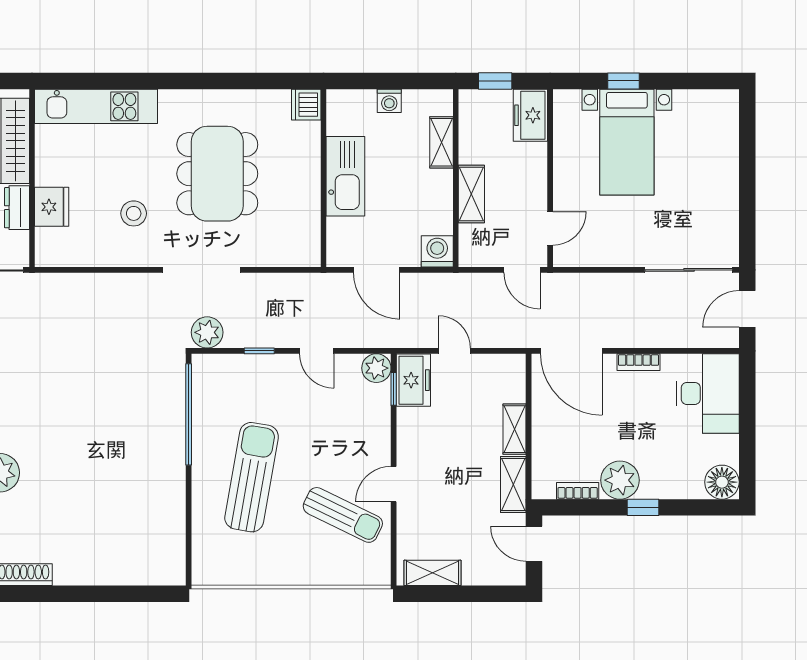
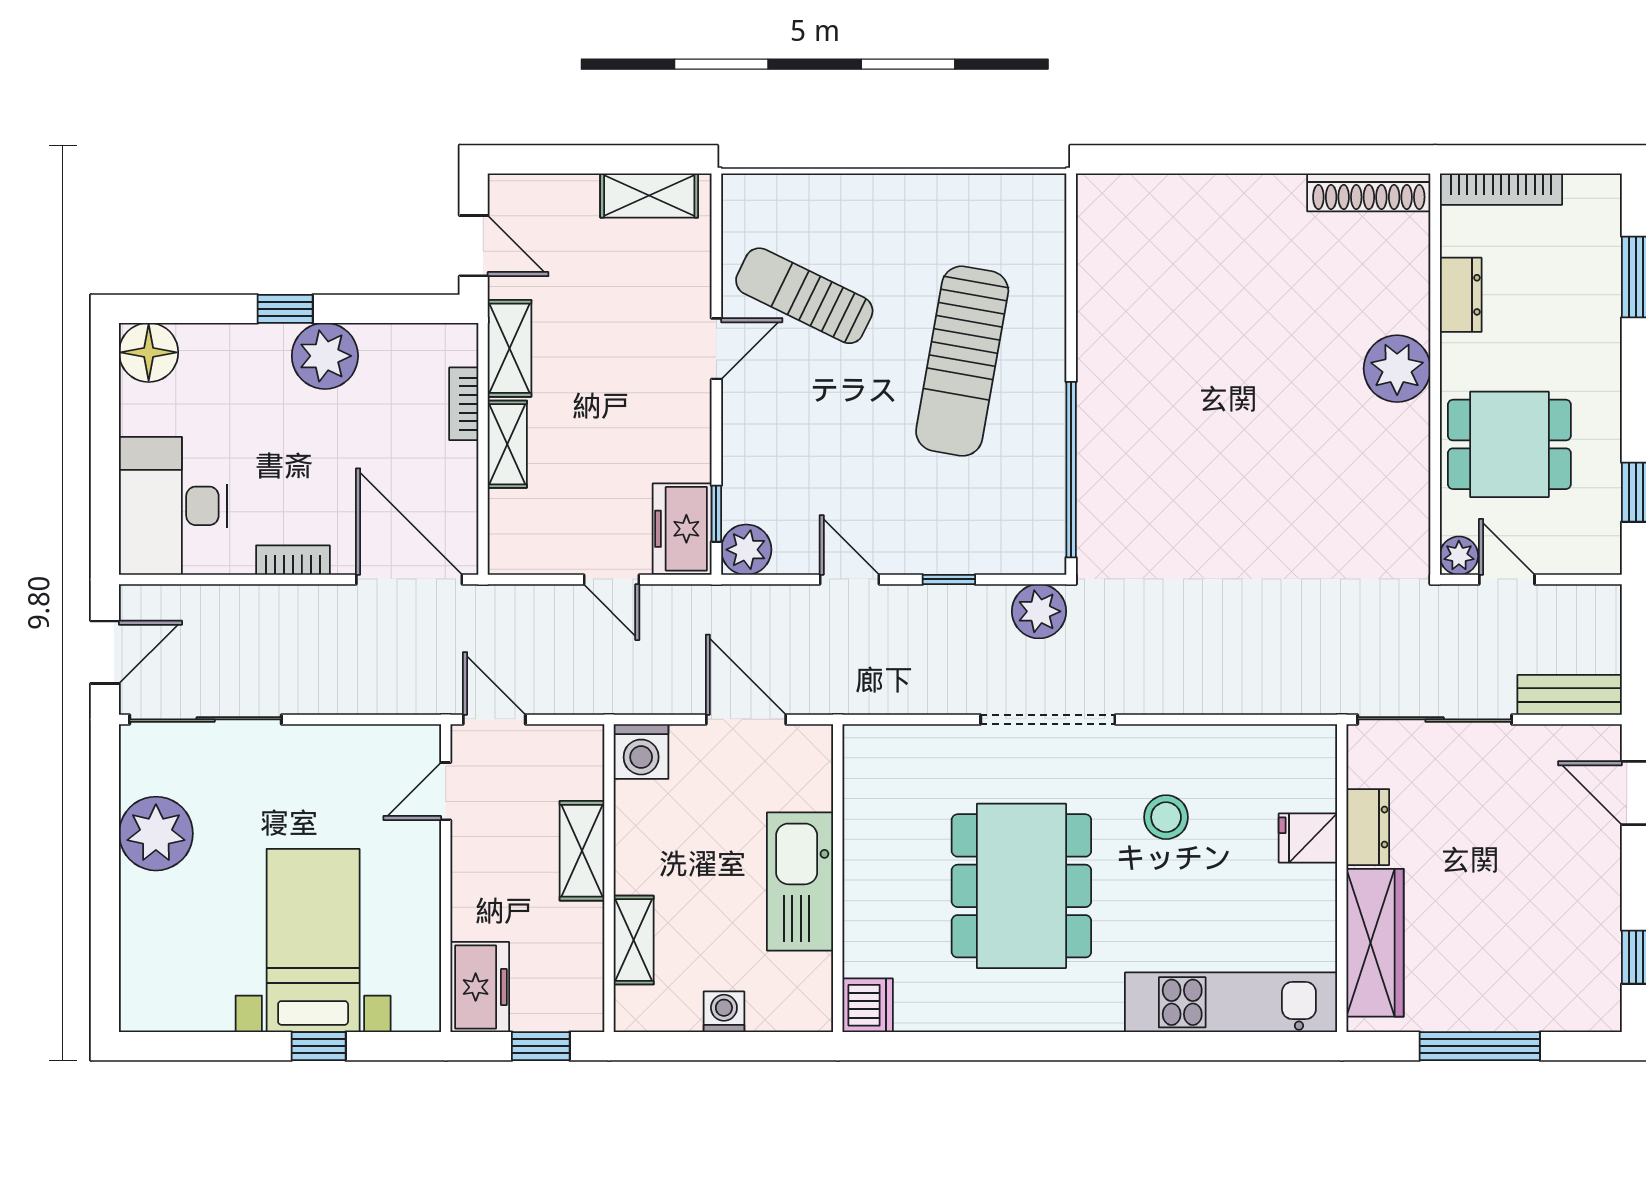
plant: (718, 204) -> (156, 834), added
fridge: (52, 207) -> (1308, 838), width x0.72
bookcase: (578, 491) -> (464, 404), moved, turned 90

